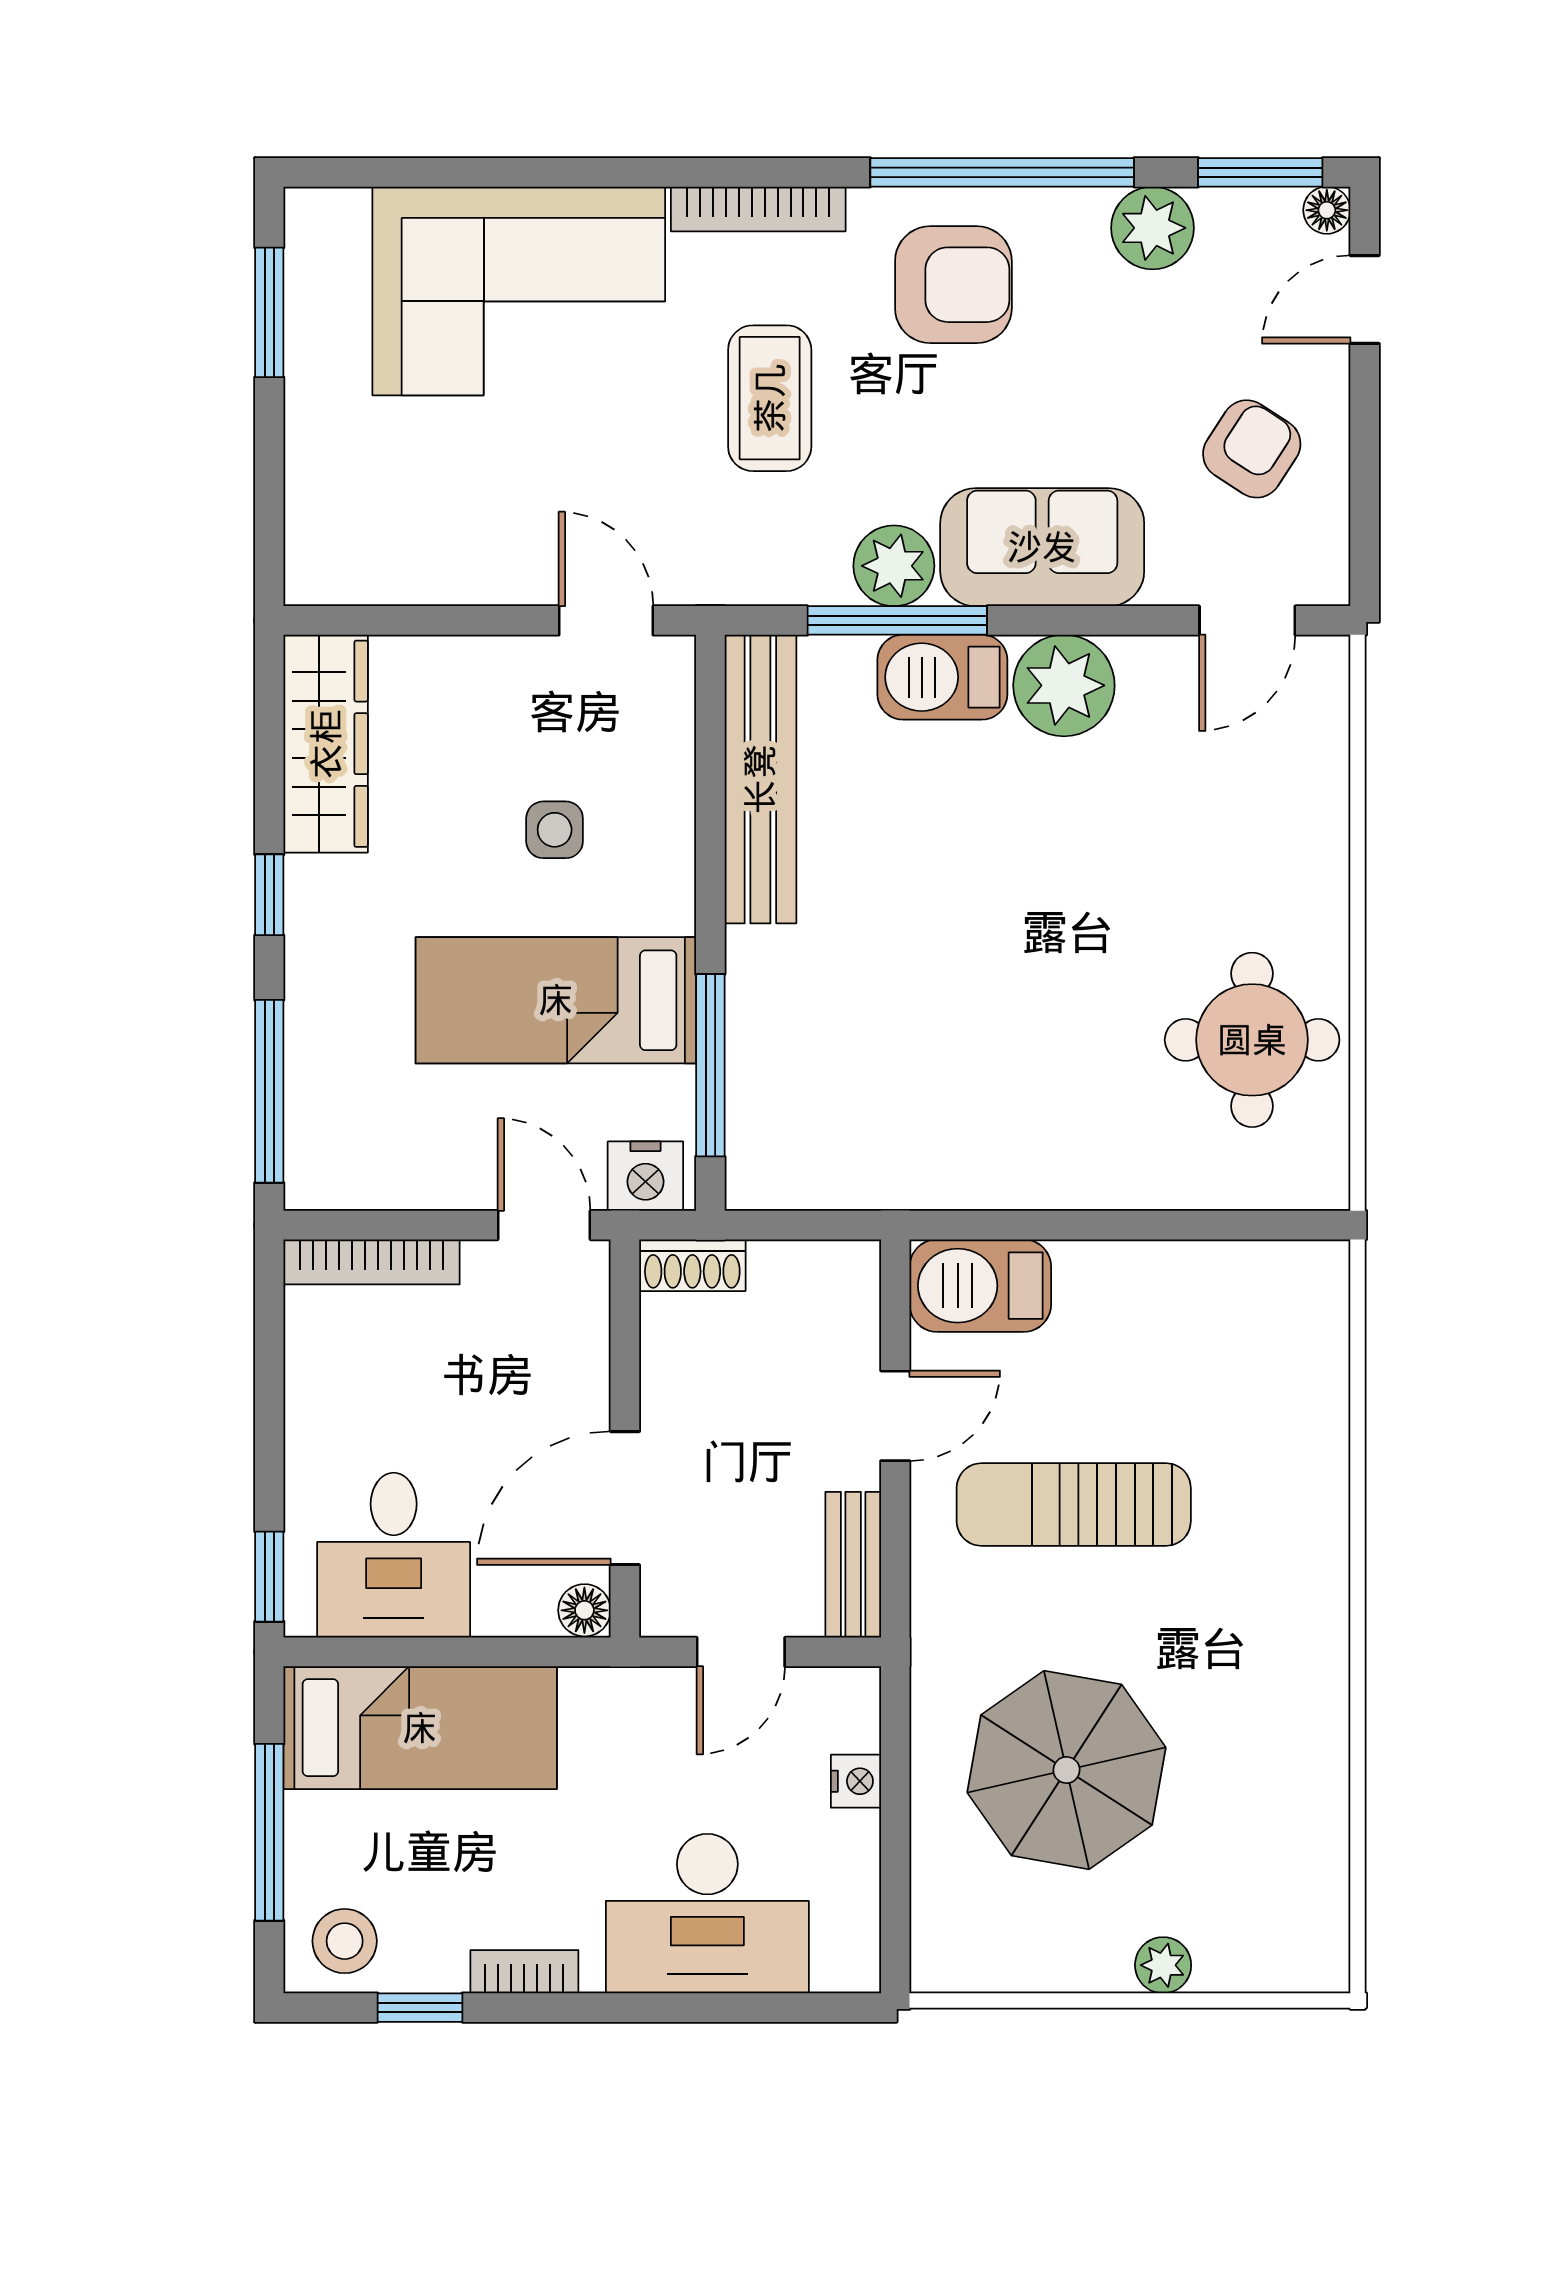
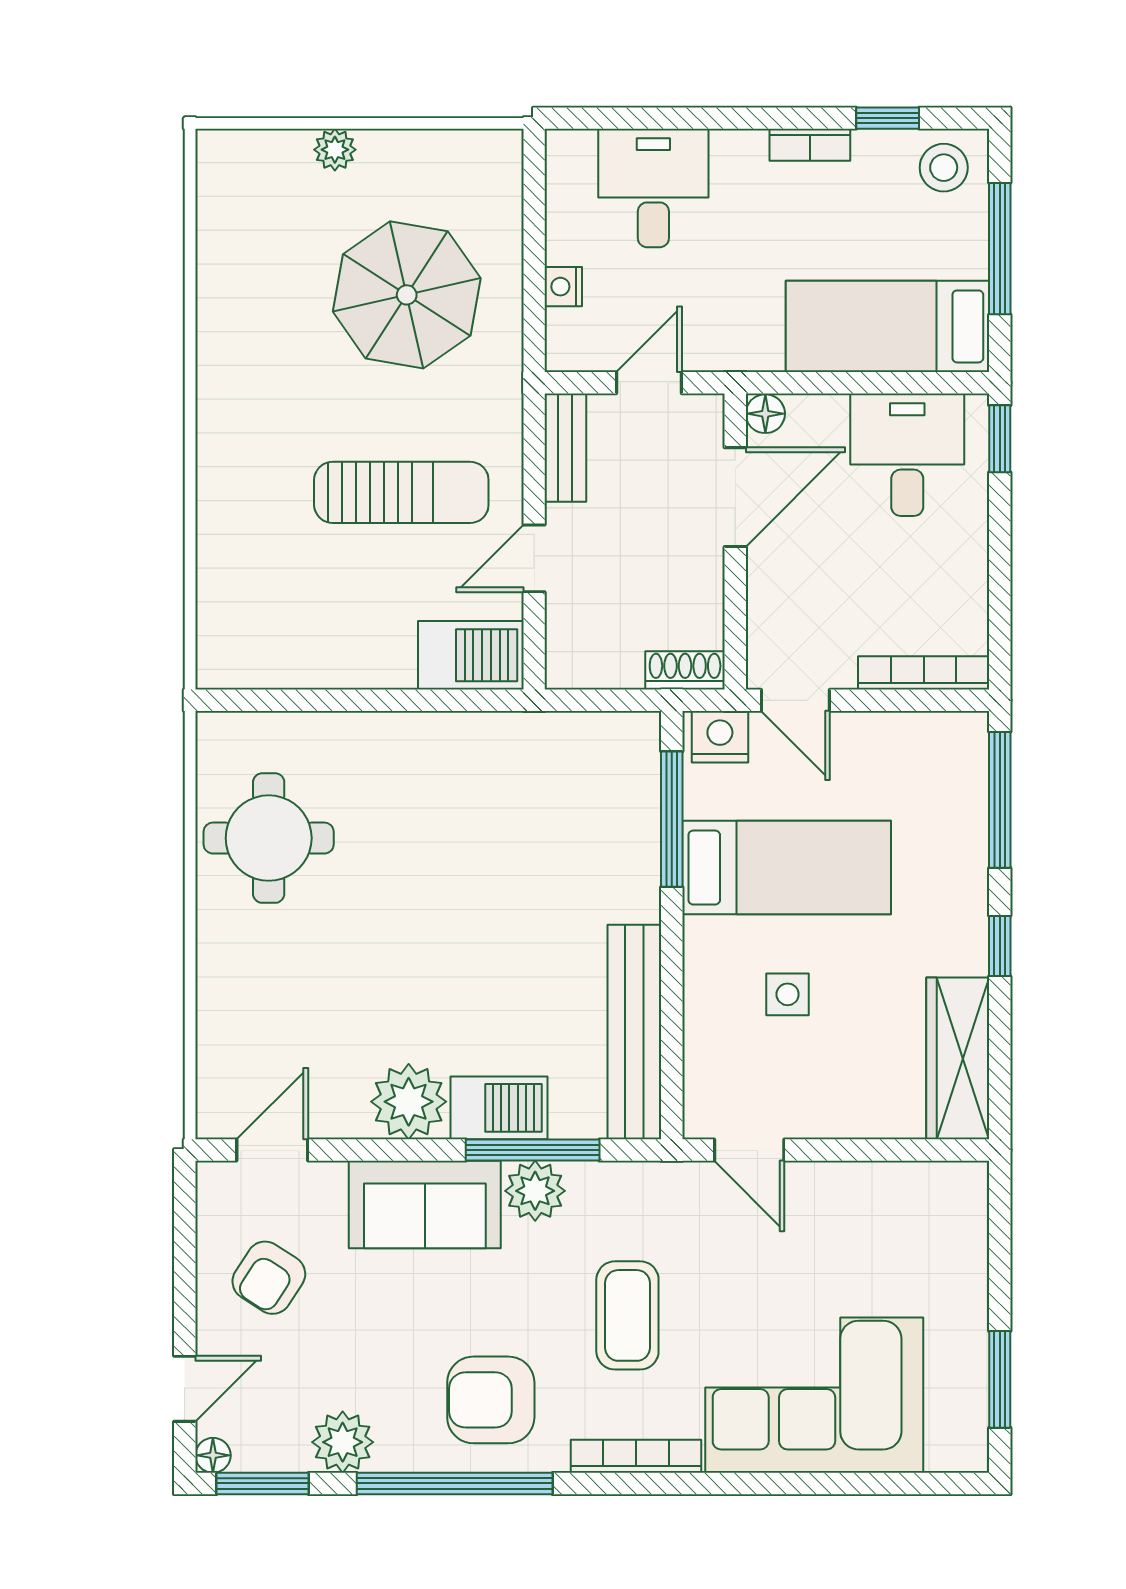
desk: (707, 1914) -> (653, 188), width x0.73

